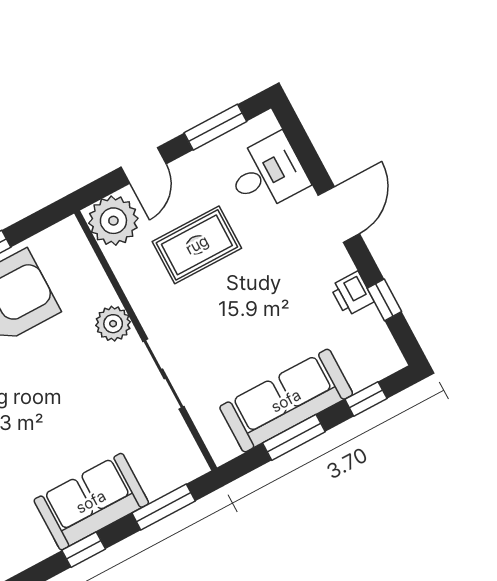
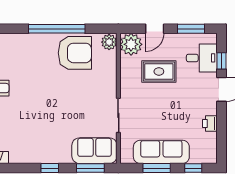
window: (384, 300) -> (221, 61), moved
plant: (113, 324) -> (109, 42), moved
sofa: (91, 502) -> (94, 151), moved

